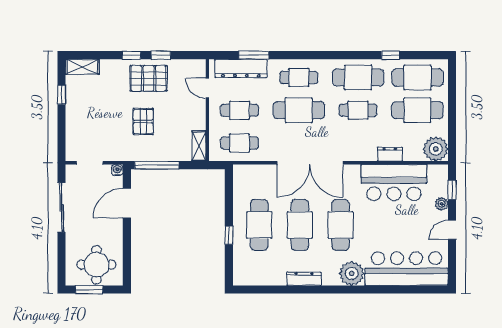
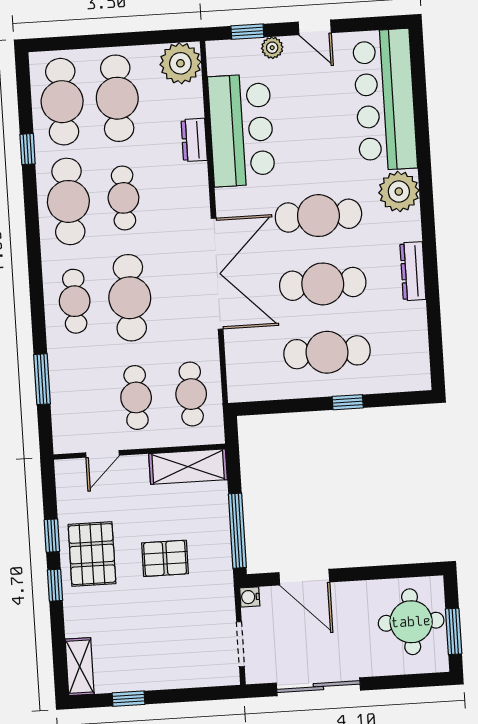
dresser: (241, 68) -> (66, 400), removed
shelving: (199, 146) -> (188, 467), width x1.50, depth x1.33

